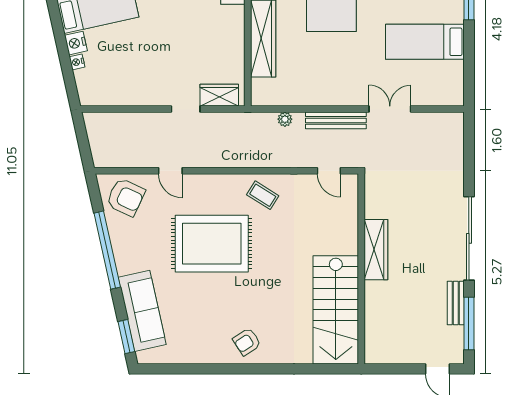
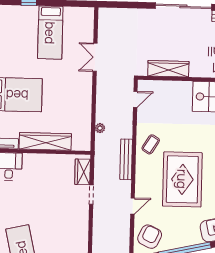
bench: (336, 120) -> (126, 159), moved
wardrobe: (376, 250) -> (168, 69), moved

